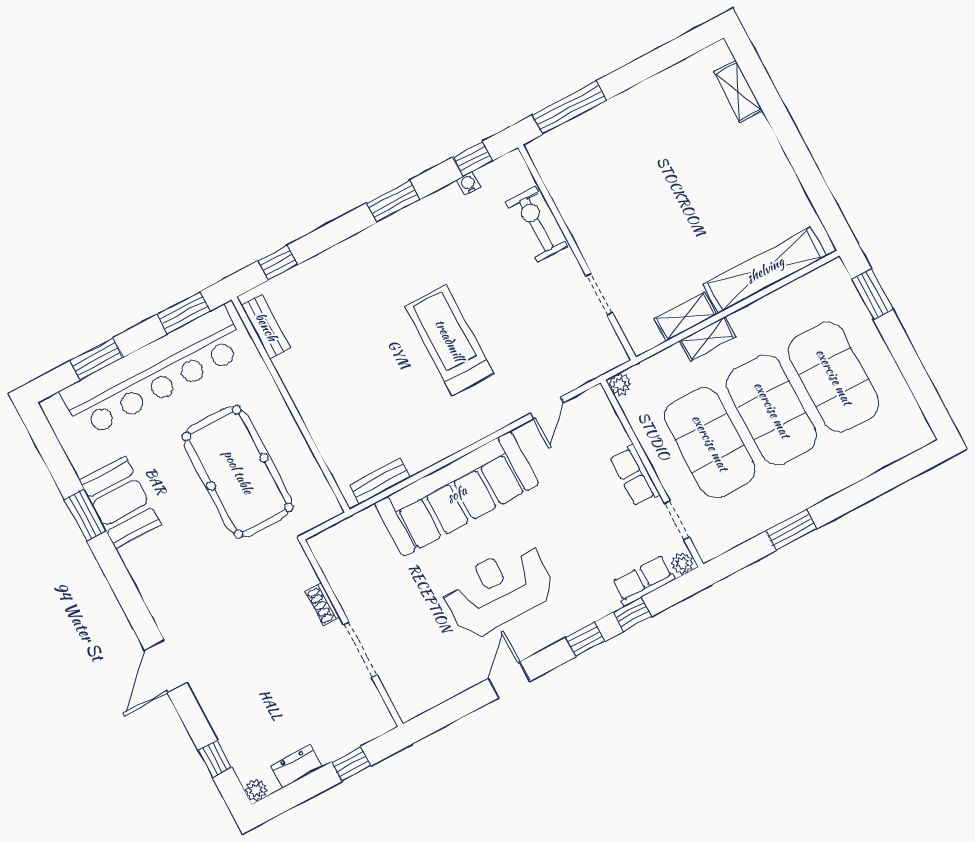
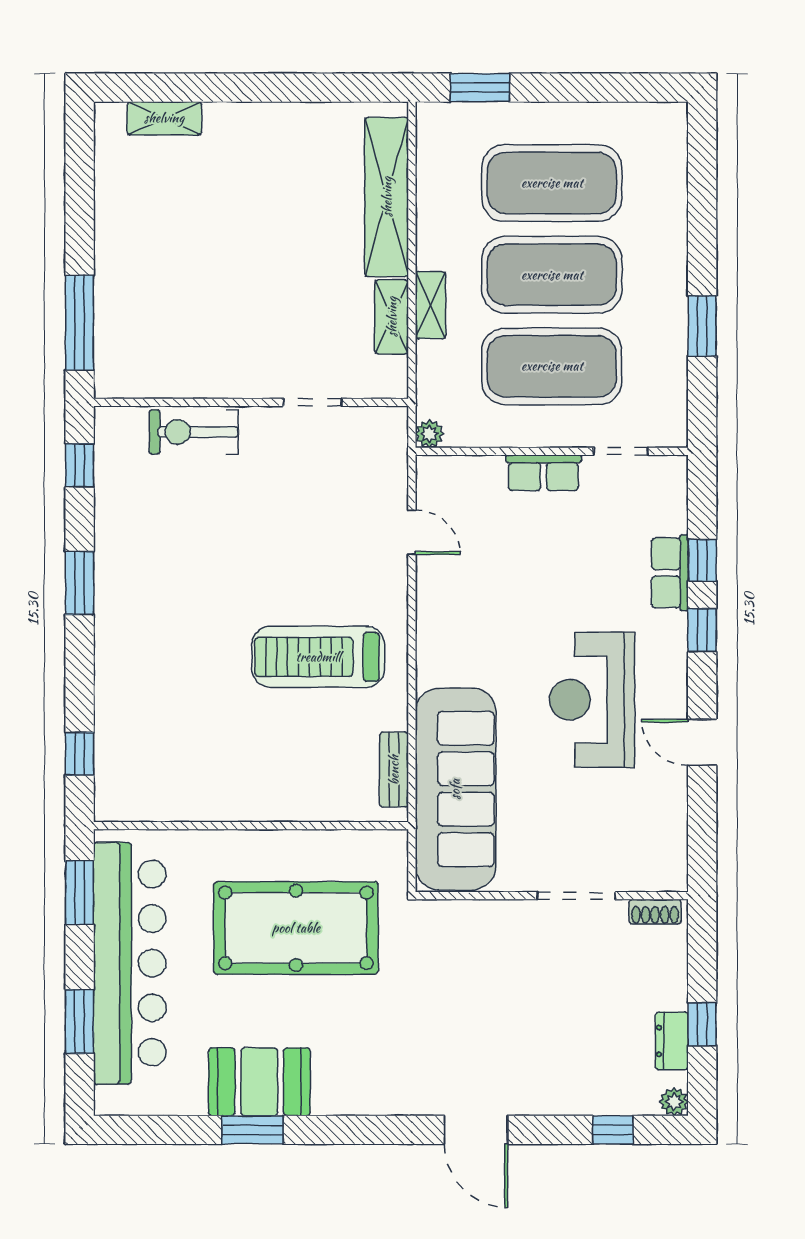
water cooler: (468, 184) -> (105, 485), removed
bench: (266, 327) -> (146, 807), removed
treadmill: (449, 340) -> (318, 657), moved
sofa: (457, 494) -> (455, 789), moved
plant: (682, 564) -> (674, 472), removed
row of seats: (644, 580) -> (670, 573), moved
shoe rack: (322, 604) -> (655, 912), moved
window: (351, 764) -> (702, 1024), moved

